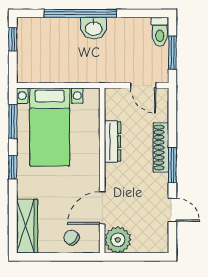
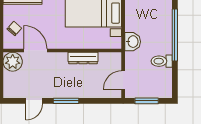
washbasin: (94, 28) -> (133, 42), moved, turned 180
toilet: (160, 32) -> (162, 61), moved
shoe rack: (161, 147) -> (79, 93), removed

